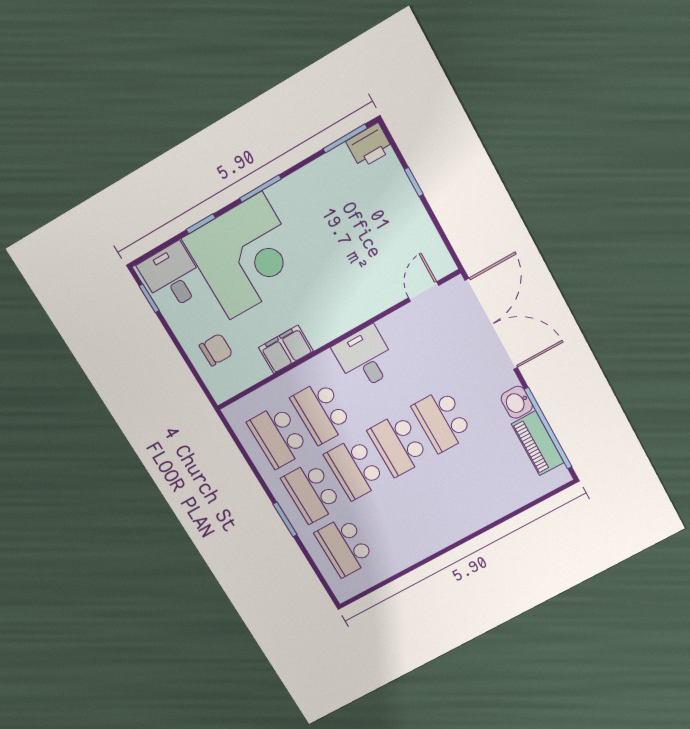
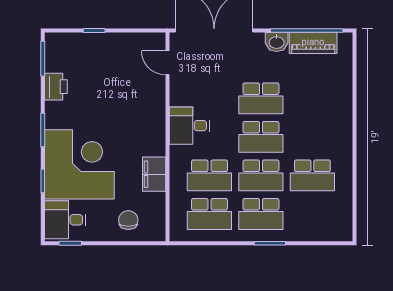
printer: (369, 146) -> (56, 87), moved
school desk: (345, 547) -> (312, 175), moved

